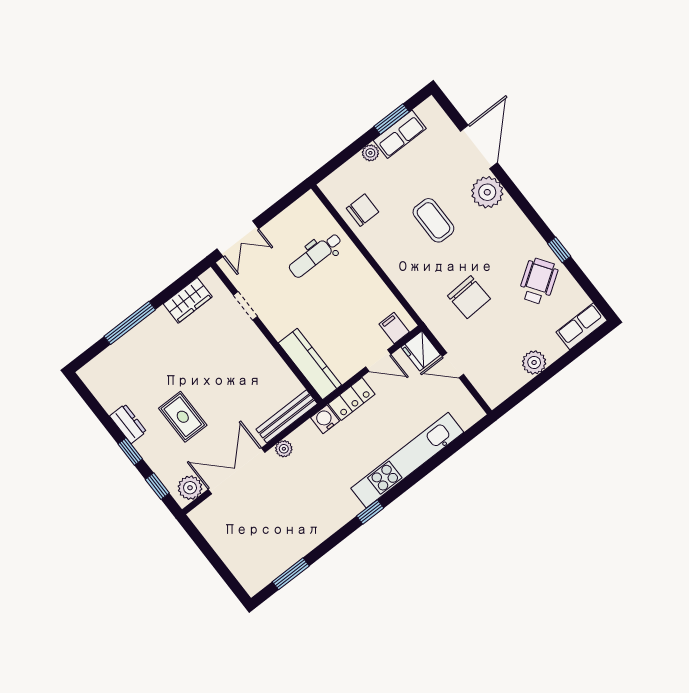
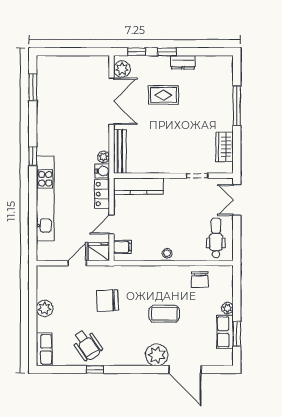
dental chair: (315, 255) -> (216, 238), moved
stool: (361, 271) -> (167, 253), added
plant: (284, 449) -> (103, 157), moved

